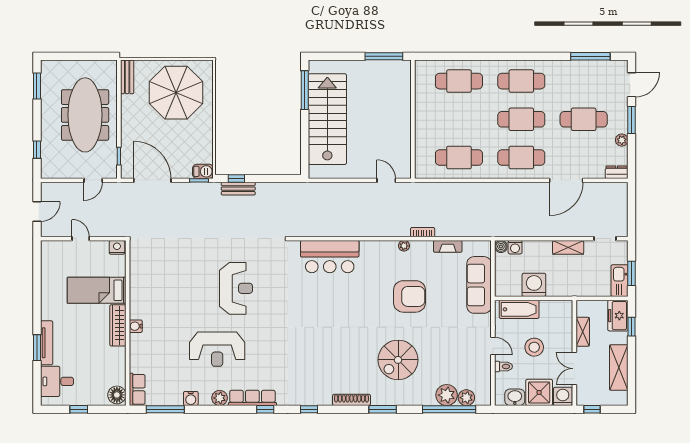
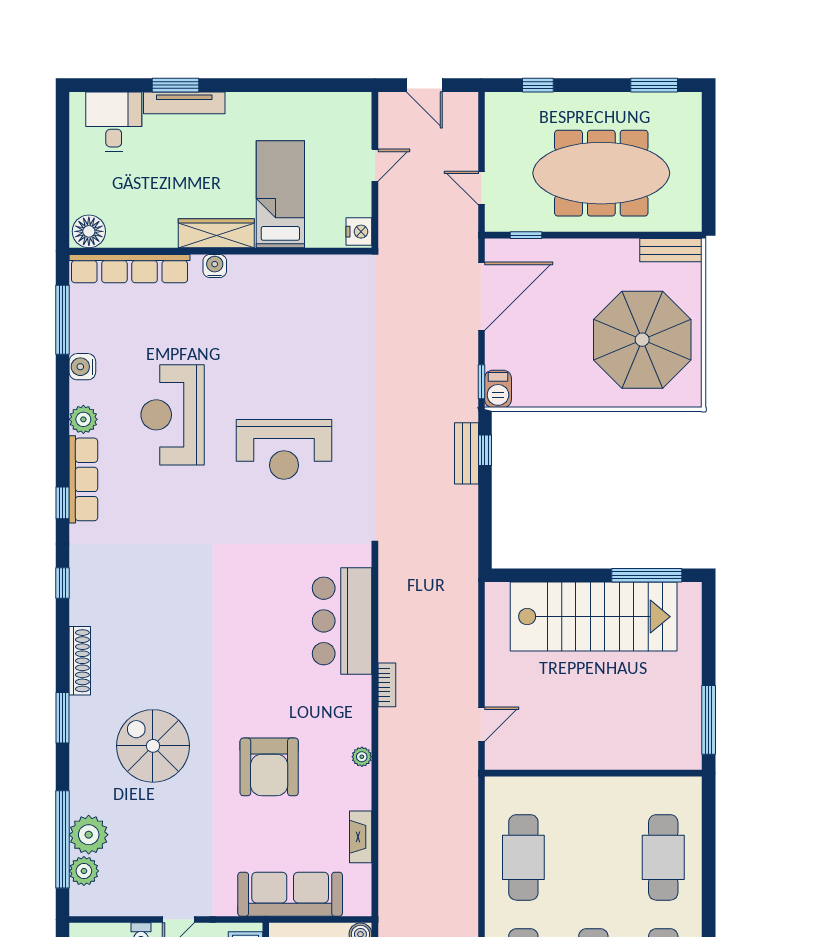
bookcase: (423, 232) -> (387, 685), moved
row of seats: (137, 389) -> (129, 269), width x2.02
window: (79, 409) -> (63, 162), removed

